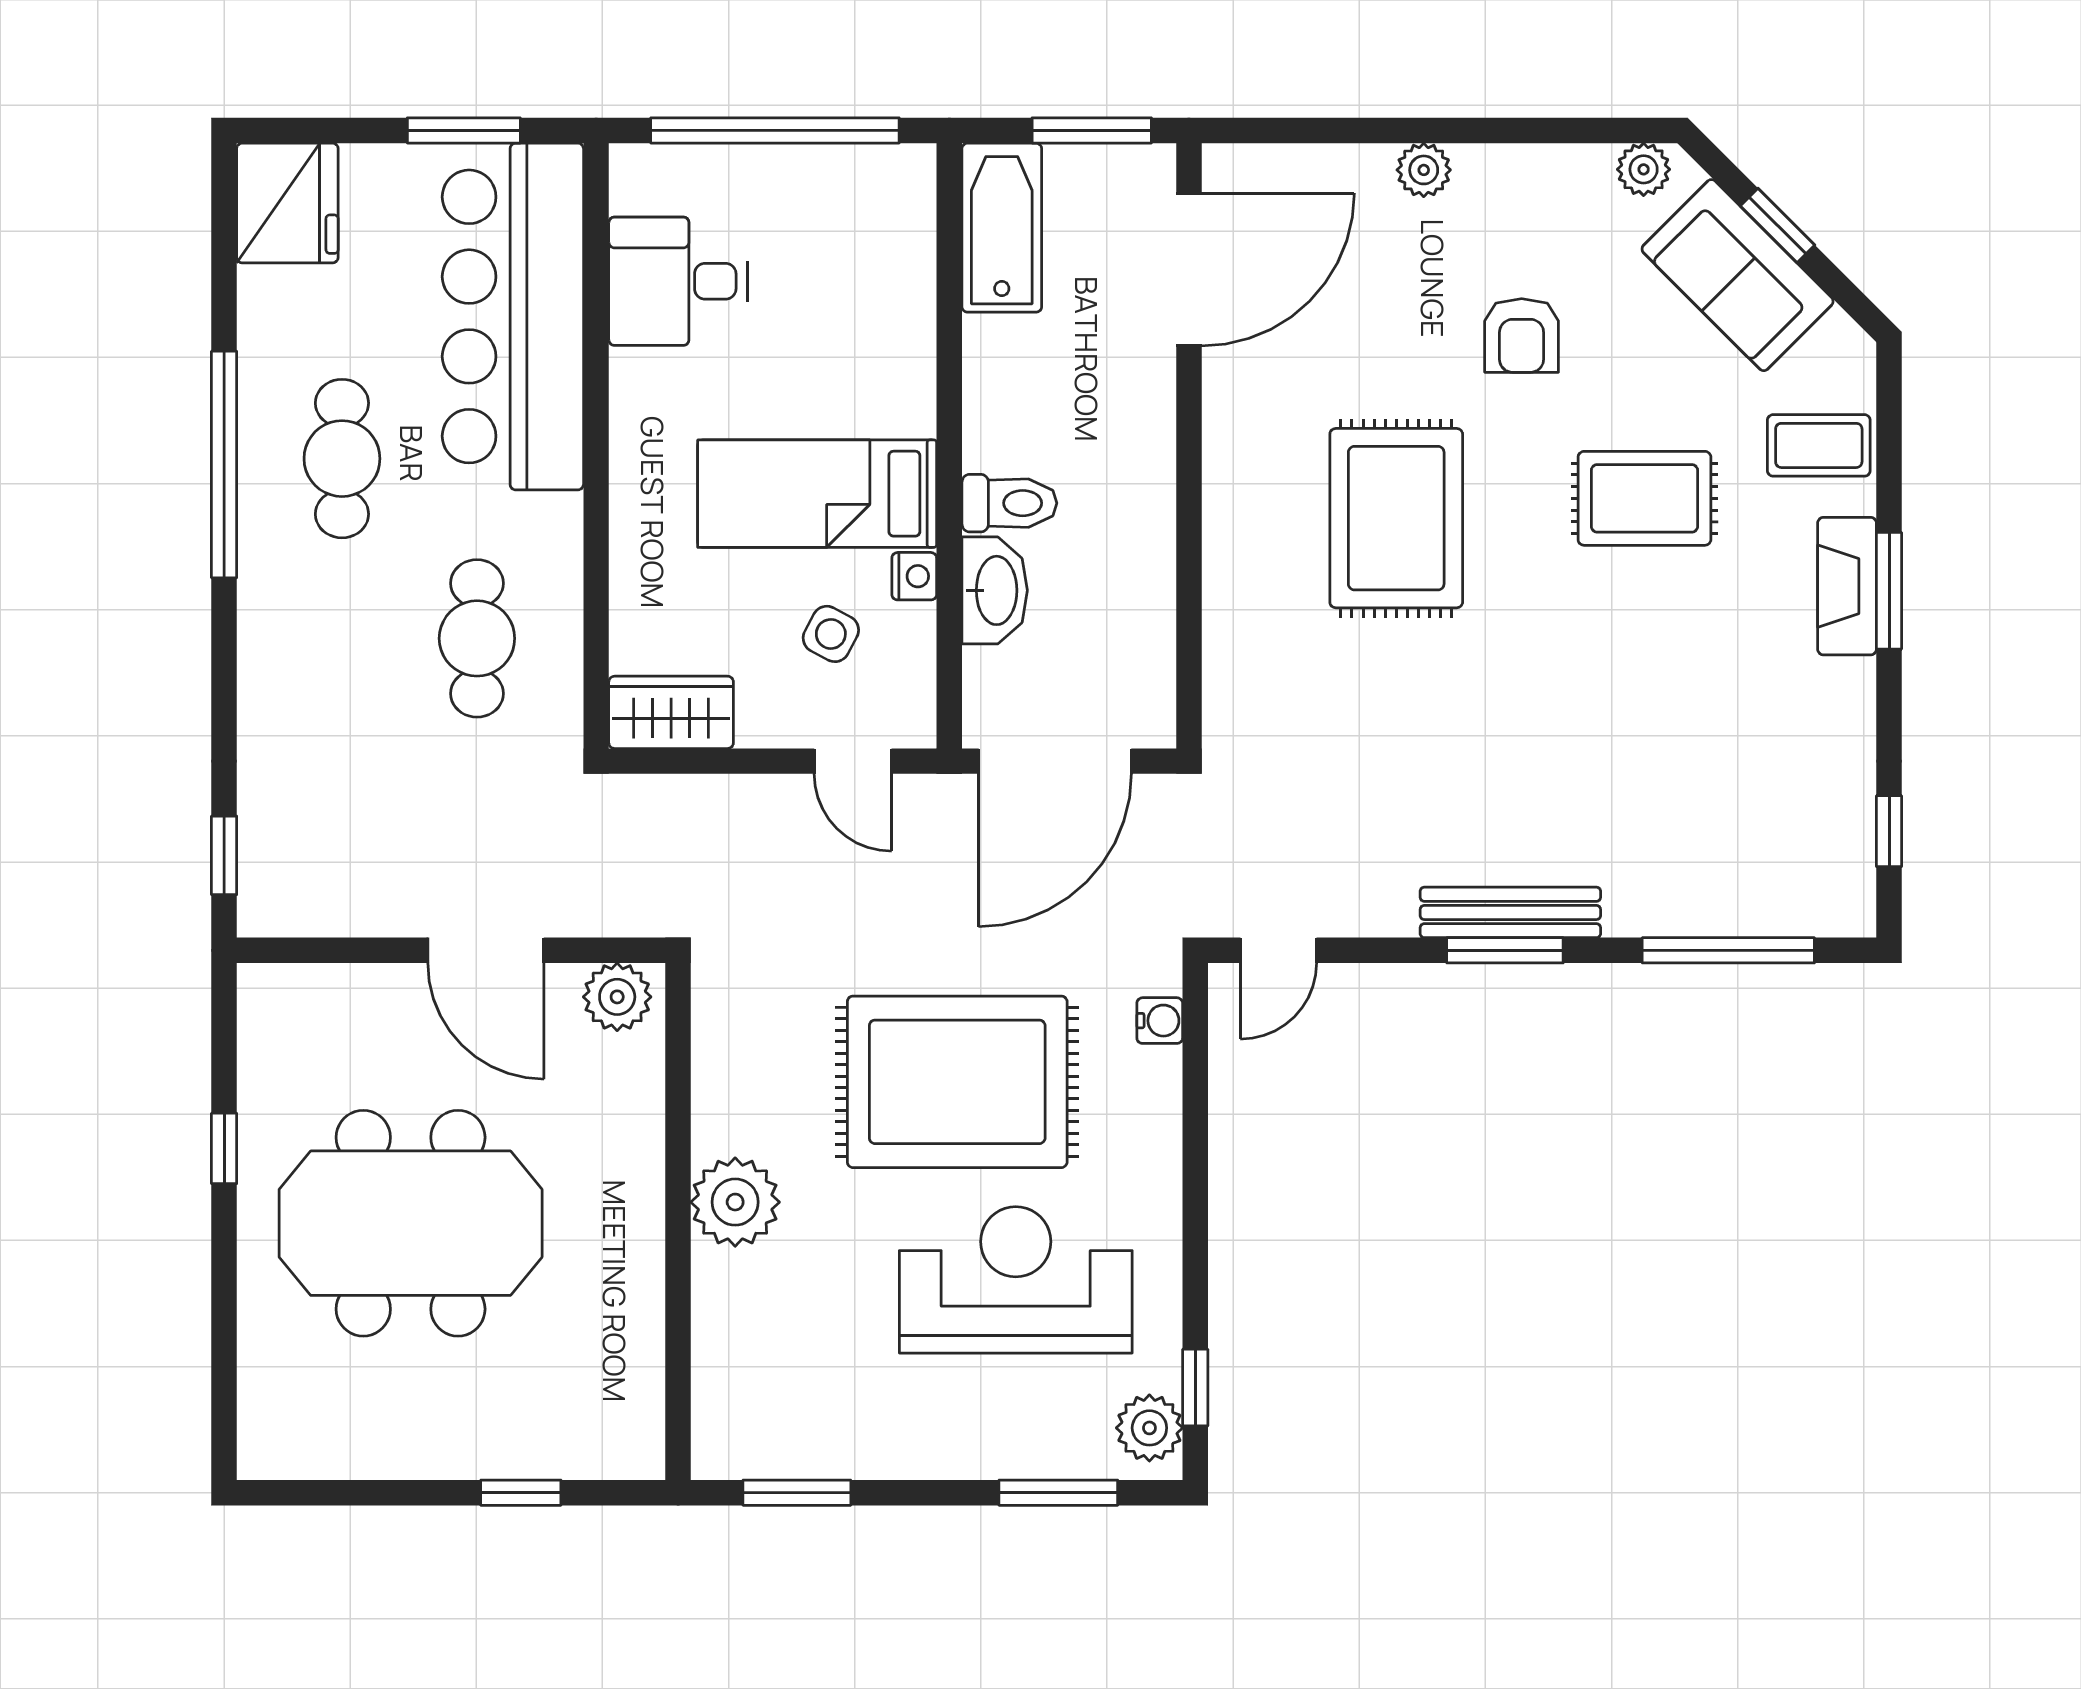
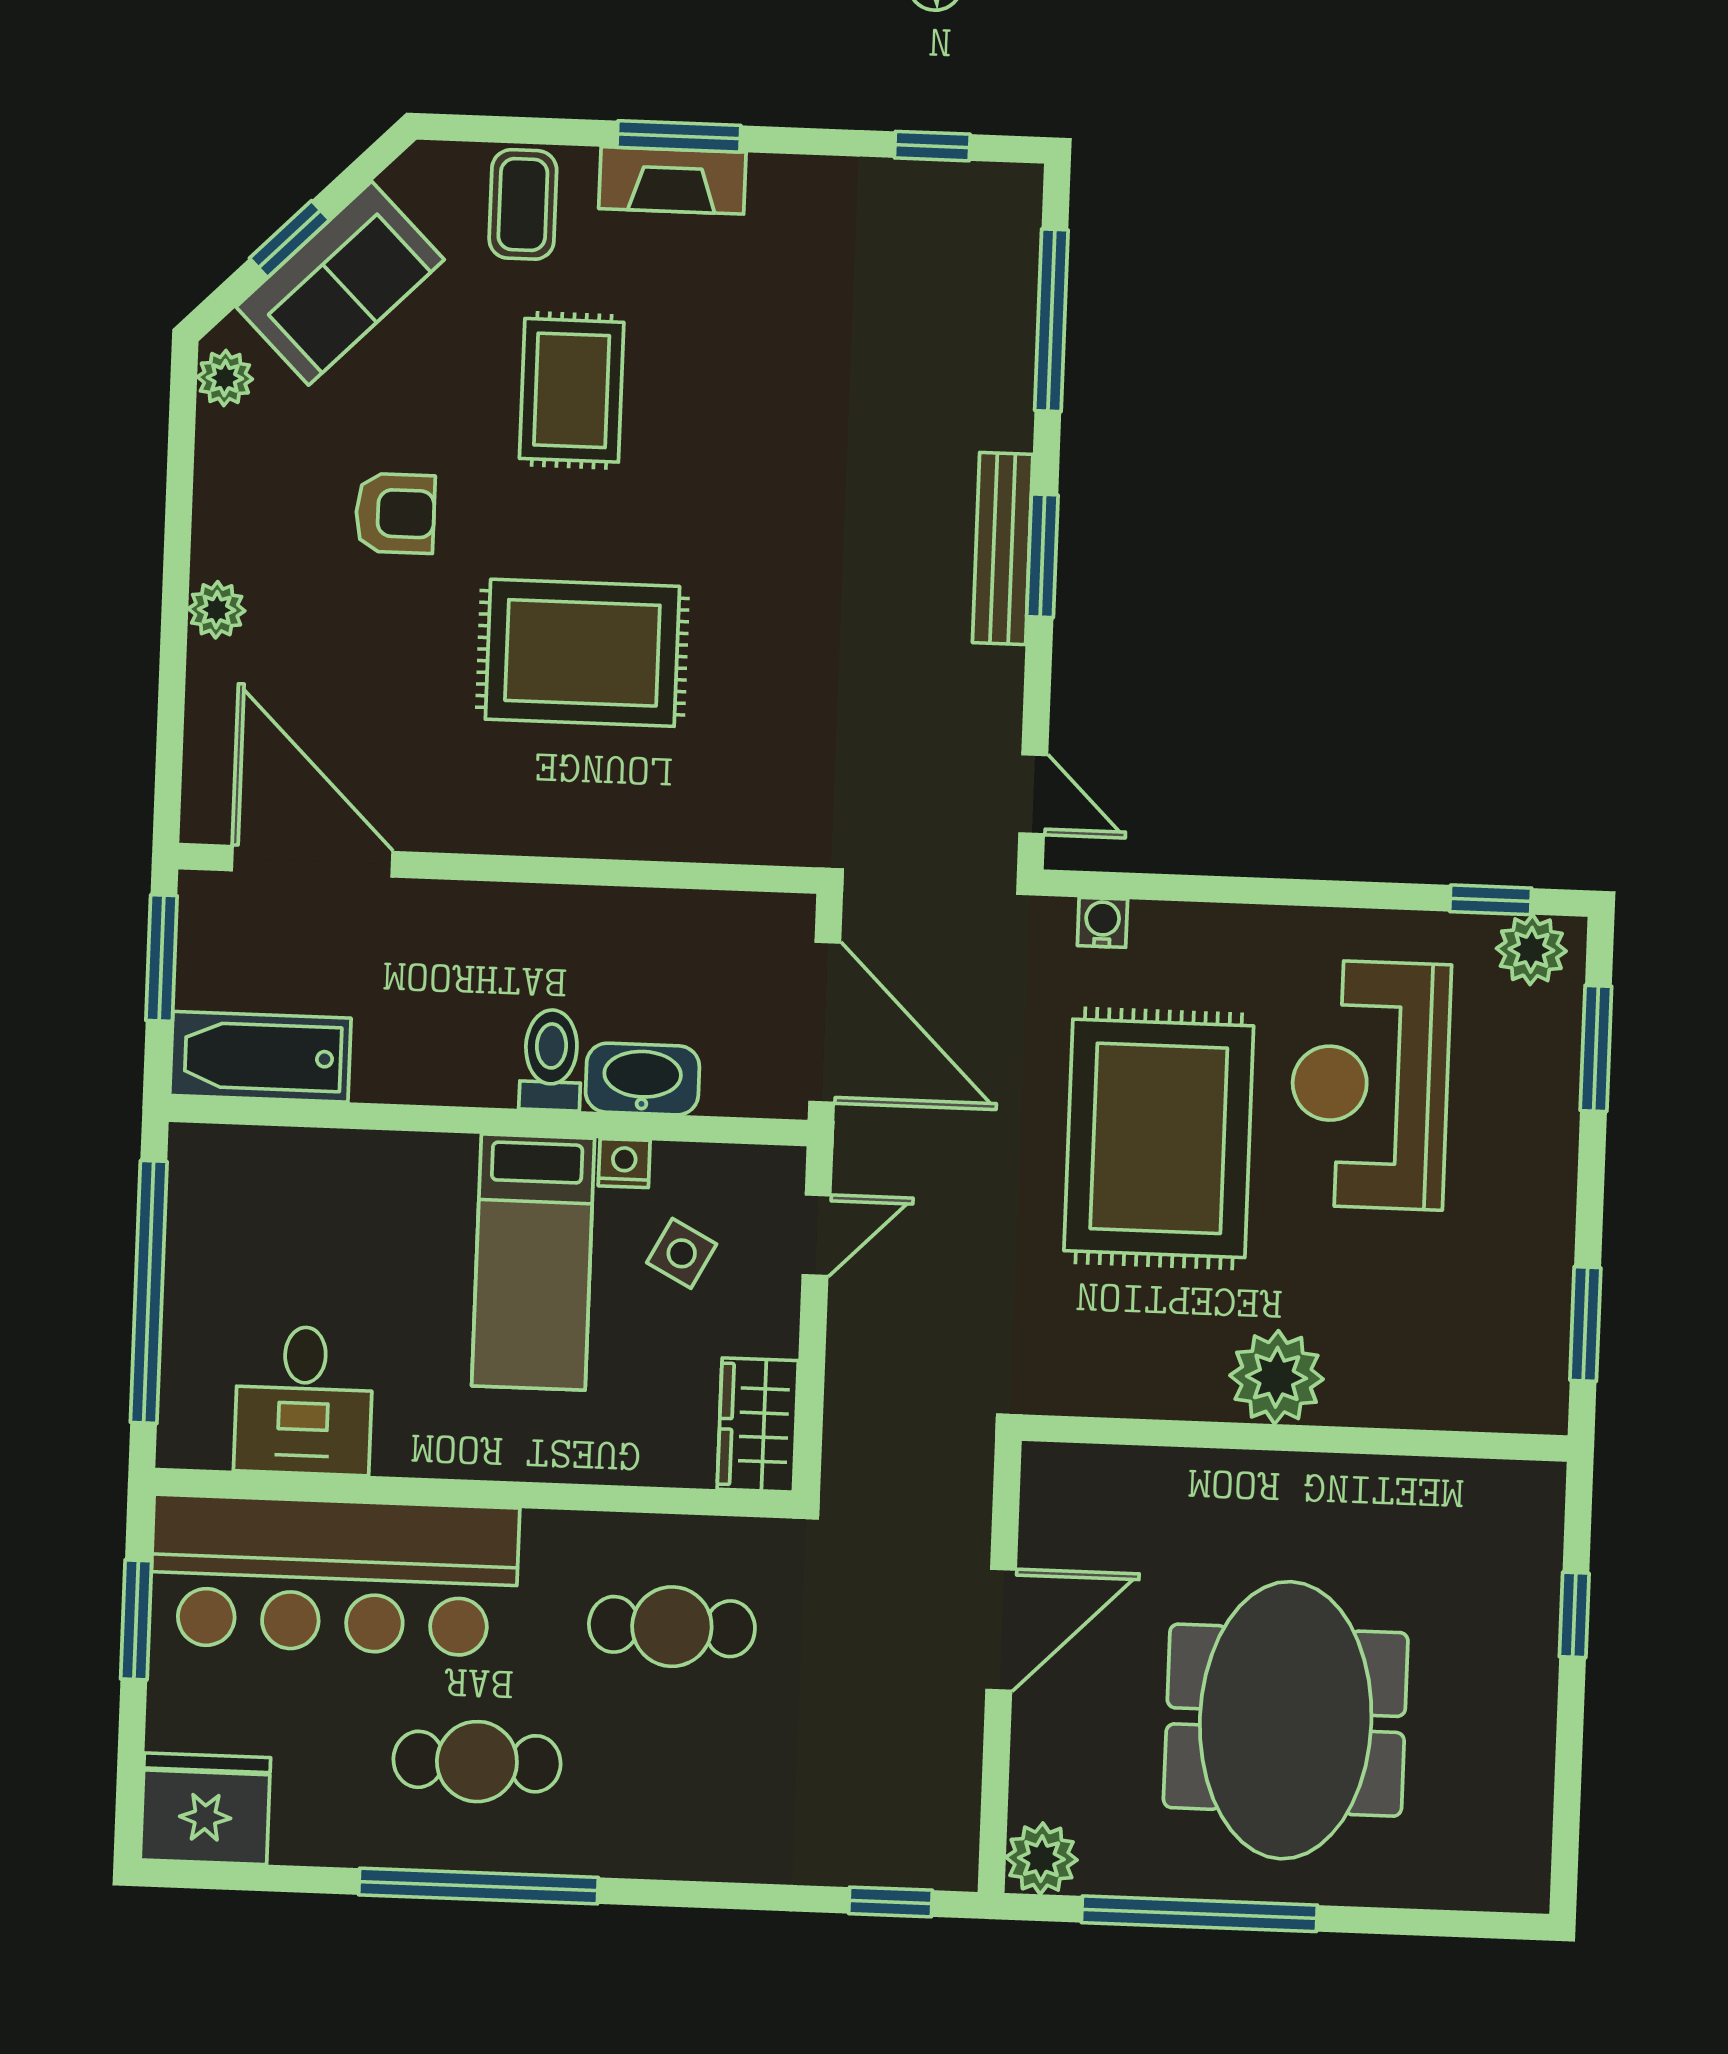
plant: (617, 997) -> (1041, 1859), moved
window: (224, 1148) -> (1199, 1914), width x3.17

